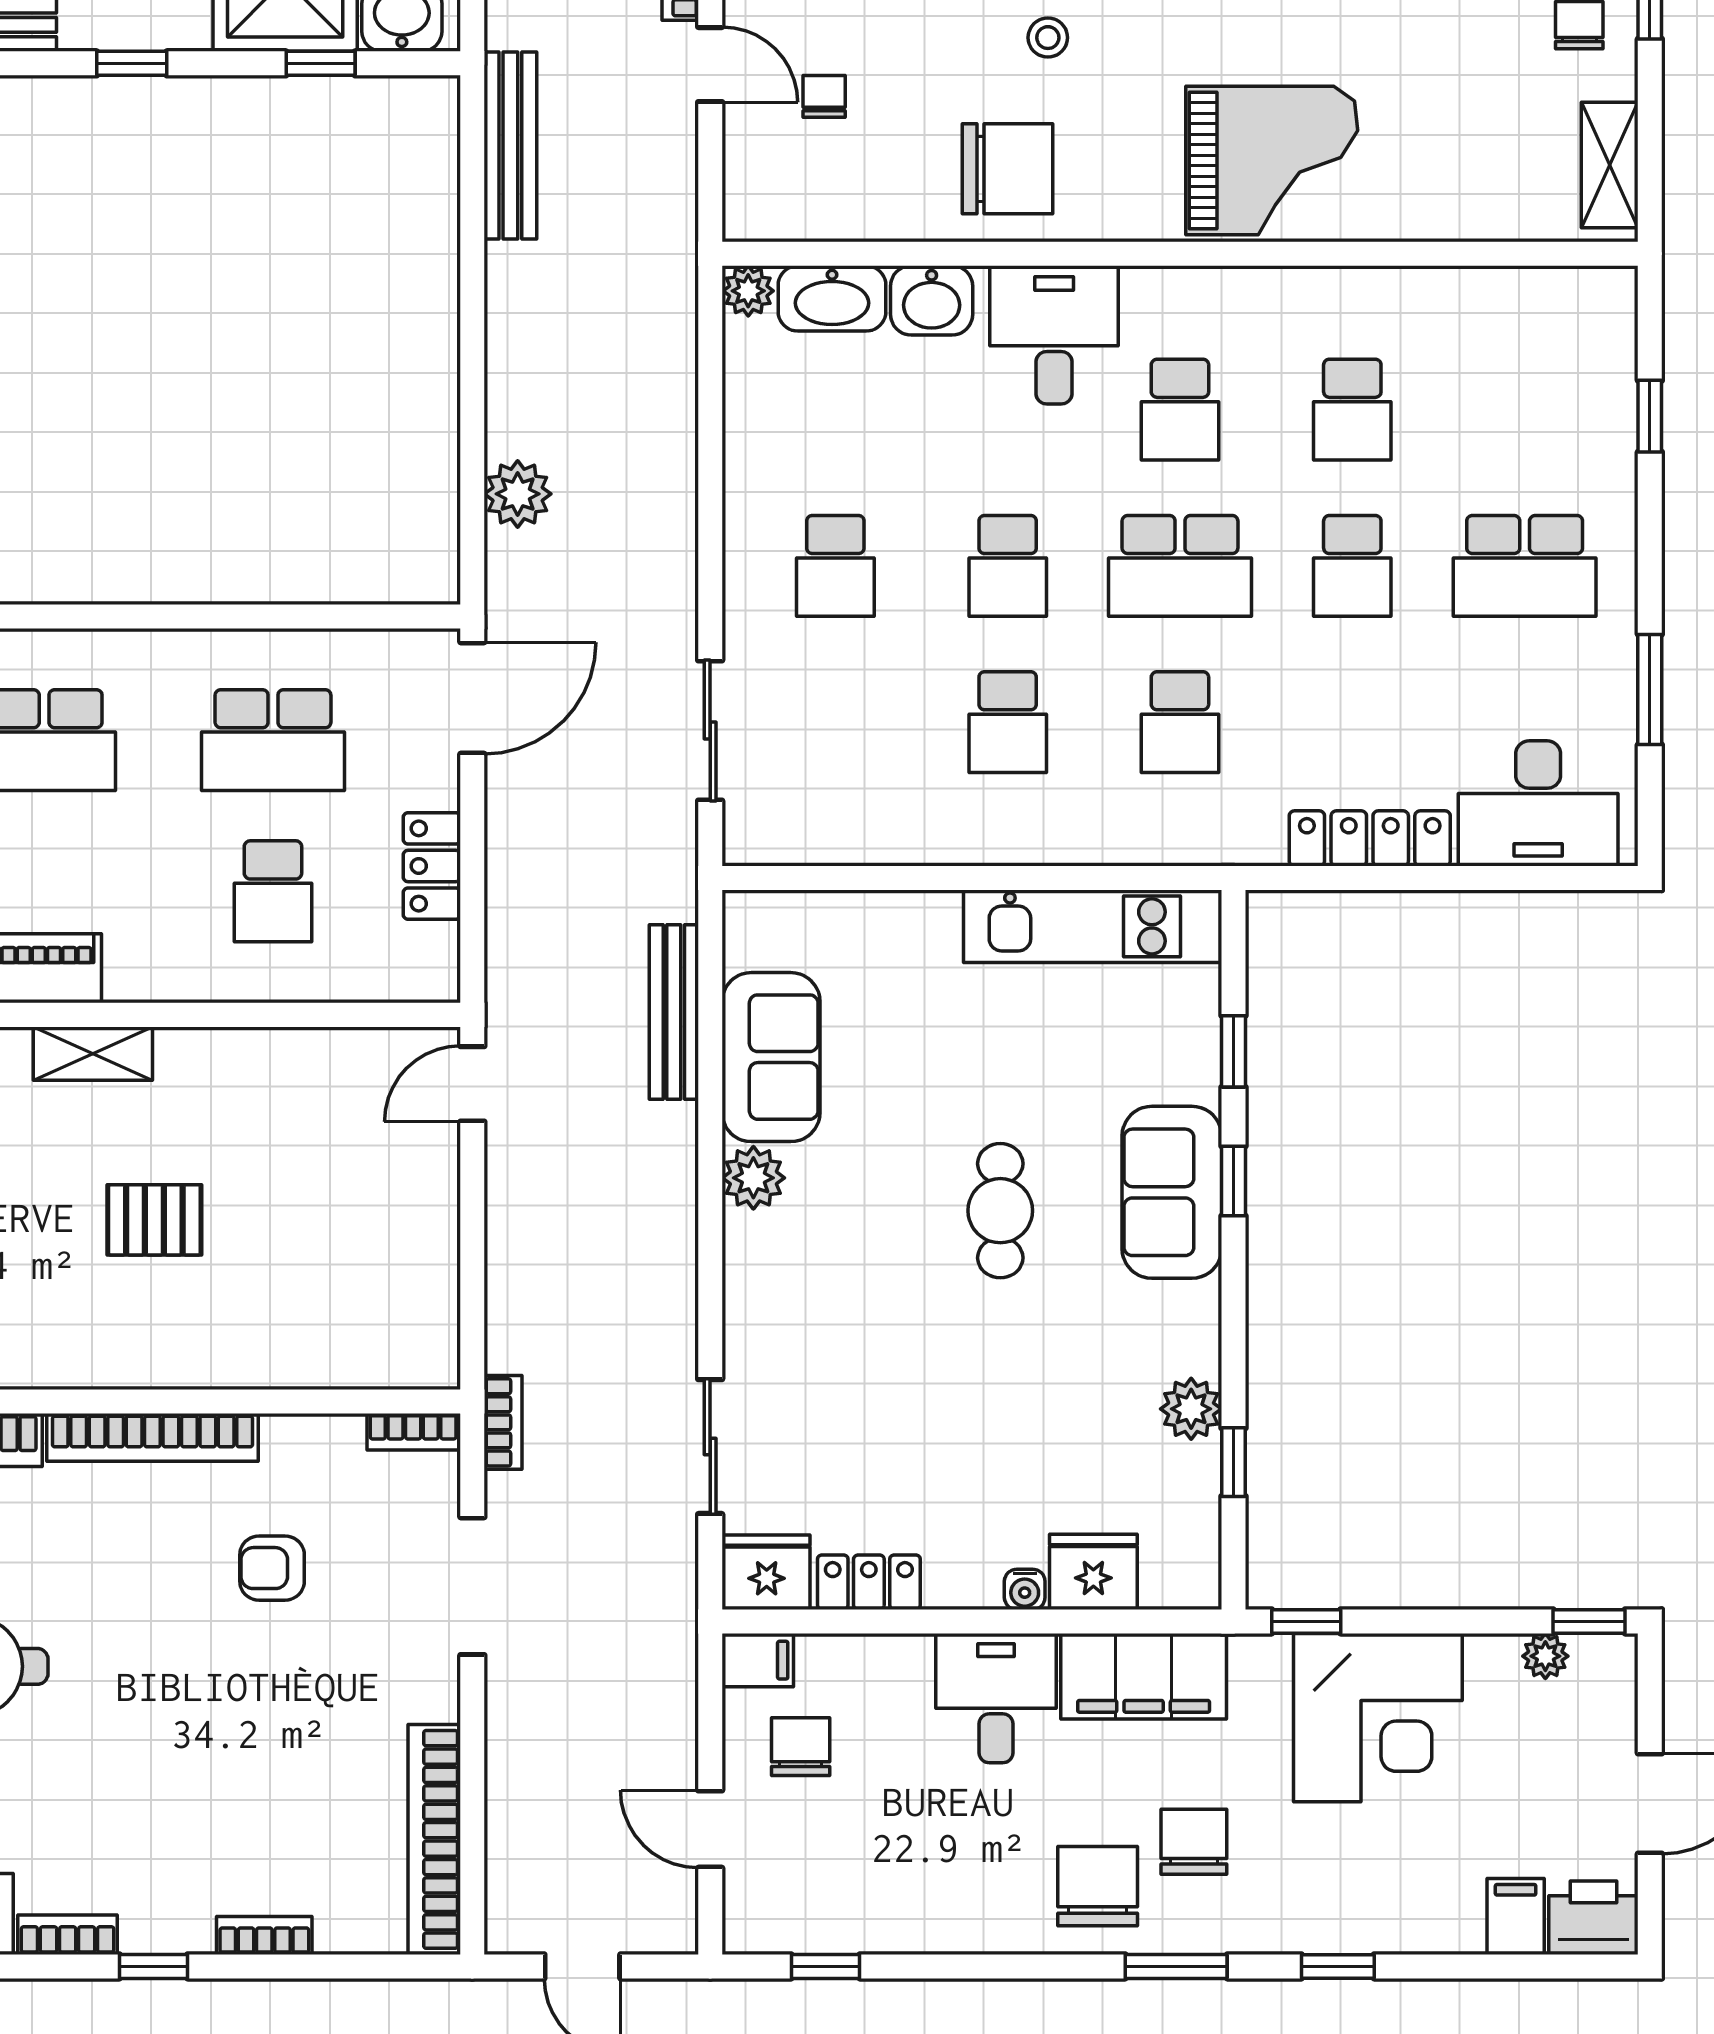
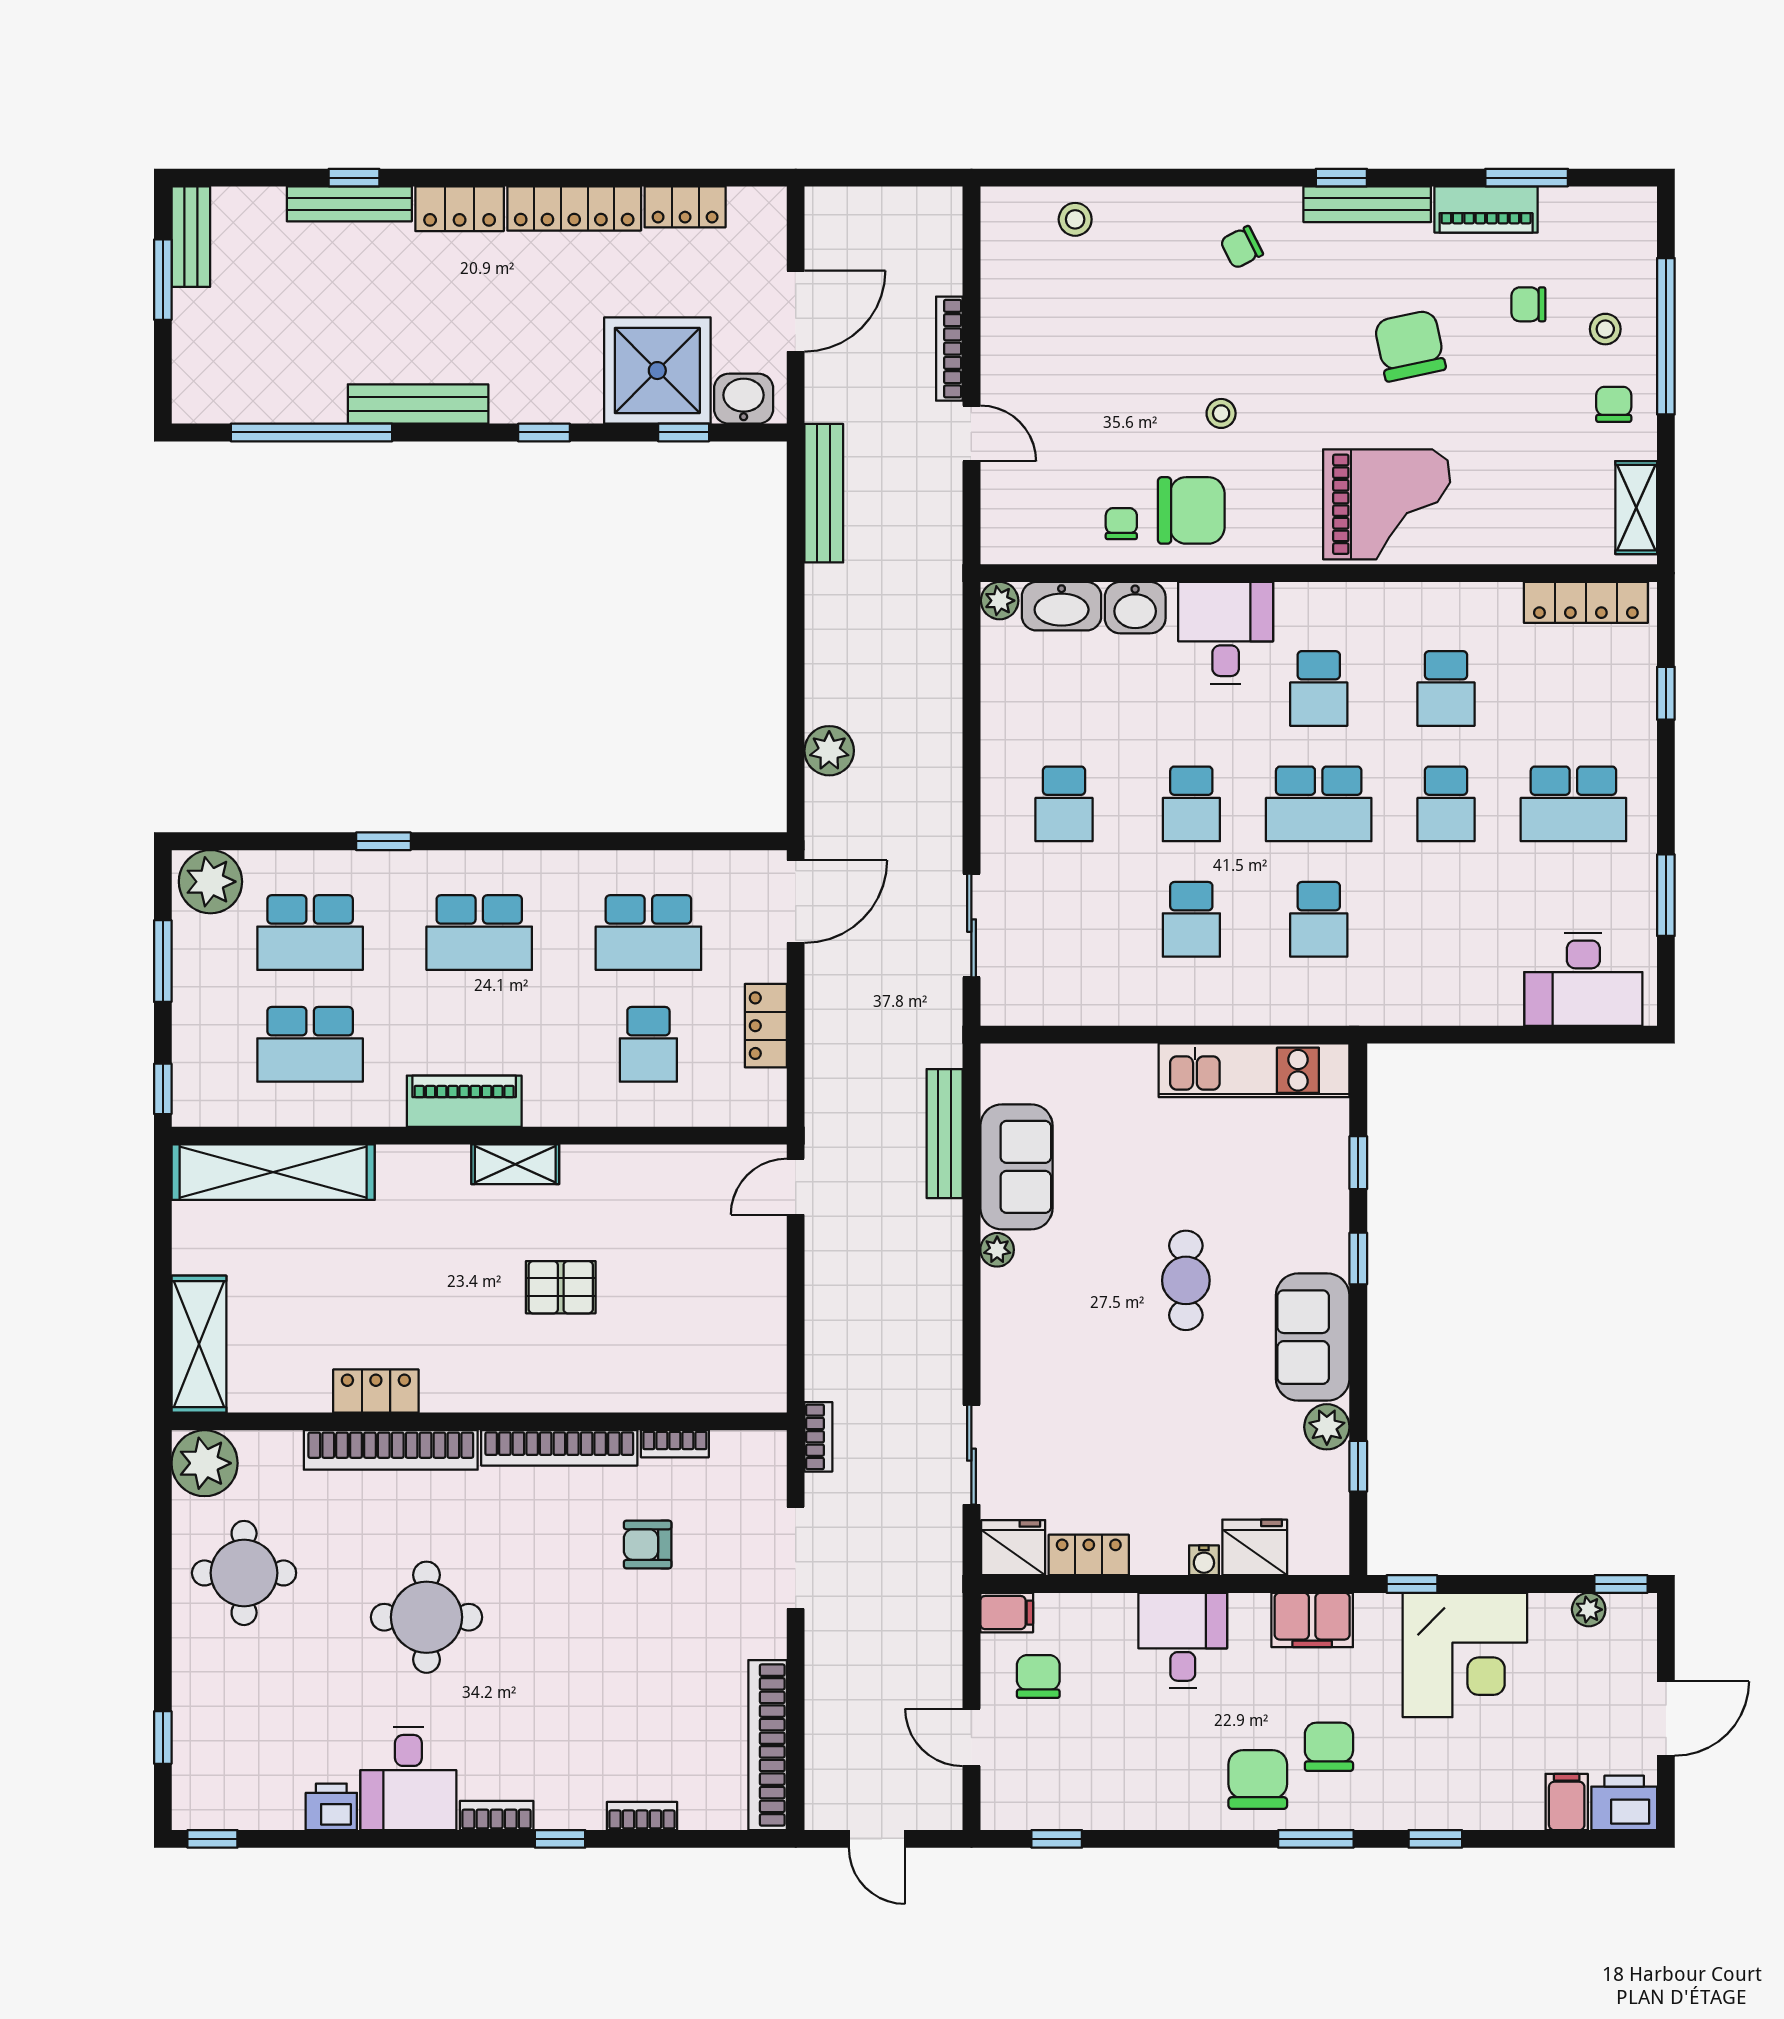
chair: (824, 96) -> (1121, 524), moved
locker: (1370, 838) -> (1586, 602), moved, turned 180
plant: (753, 1178) -> (997, 1250), width x0.73, depth x0.73
sofa: (1172, 1192) -> (1313, 1337), moved
bookcase: (413, 1432) -> (675, 1444), moved
filing cabinet: (1144, 1676) -> (1312, 1620), width x0.67, depth x0.86

